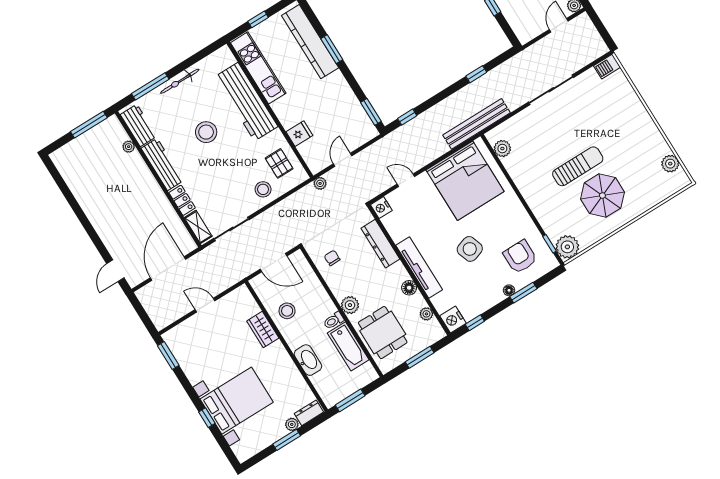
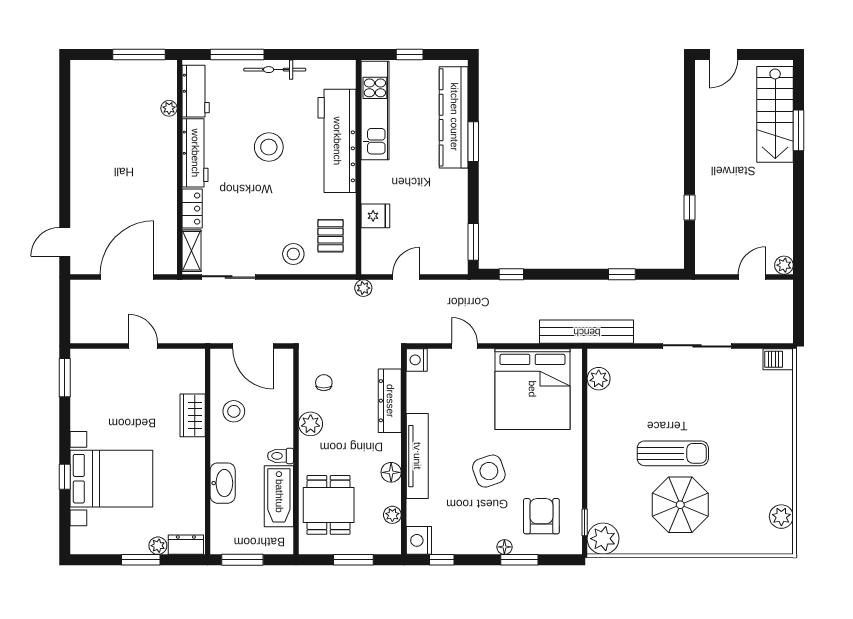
plant: (350, 305) -> (311, 424), moved

